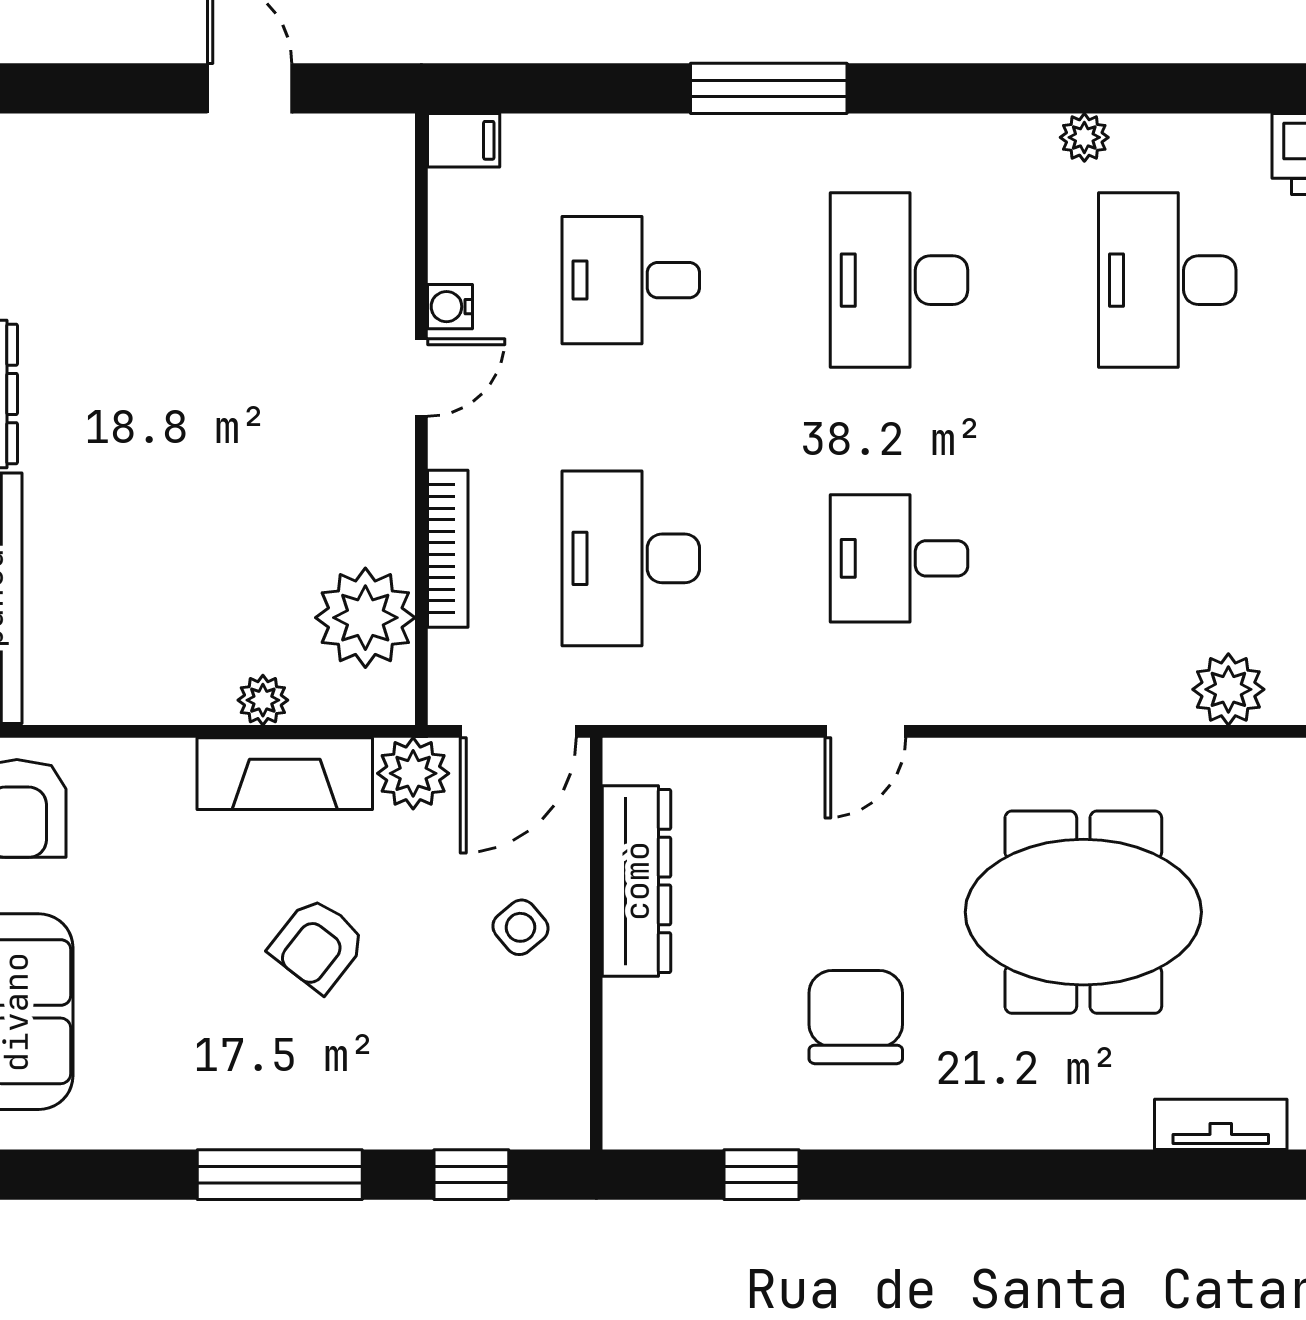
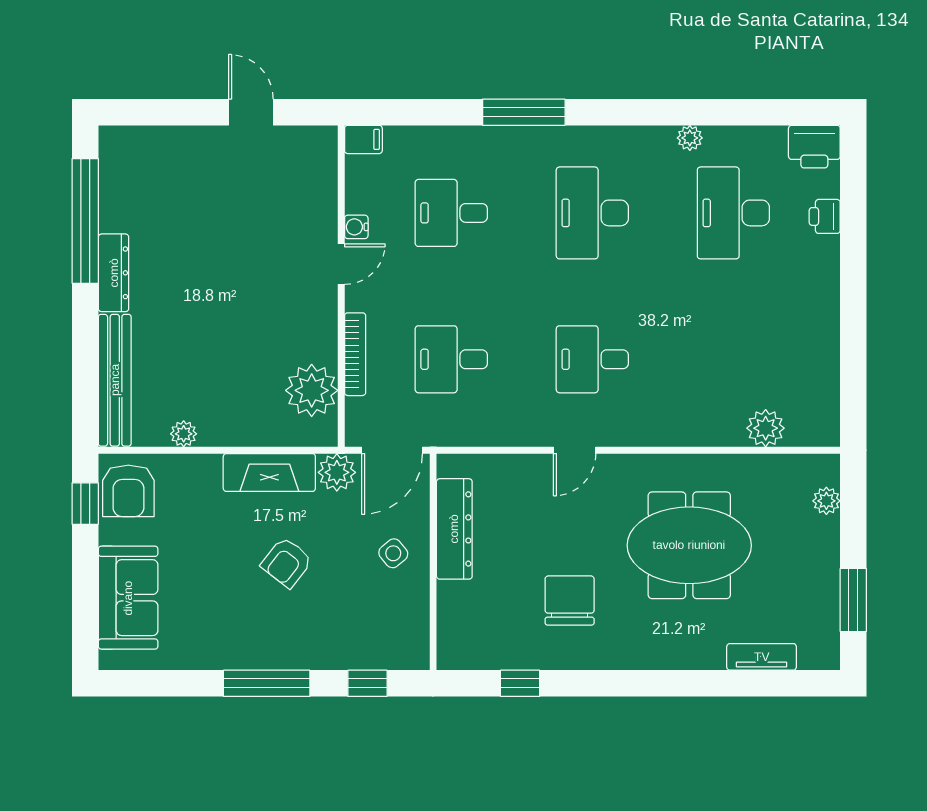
desk: (631, 558) -> (451, 359), width x0.73
plant: (263, 700) -> (184, 434), moved

